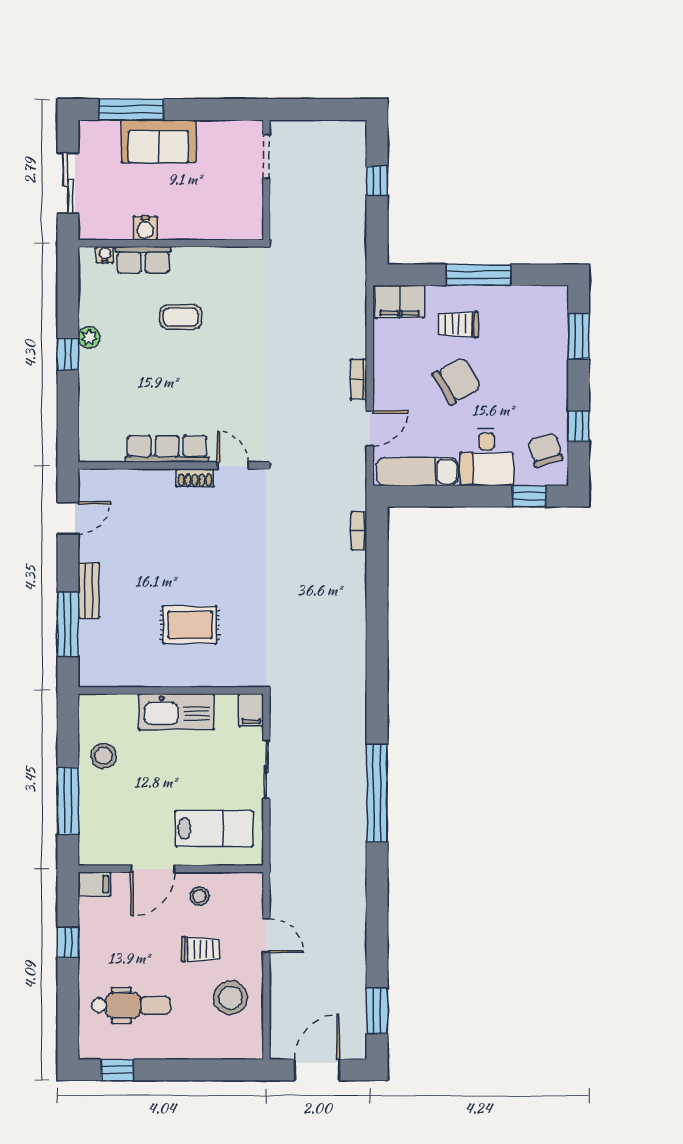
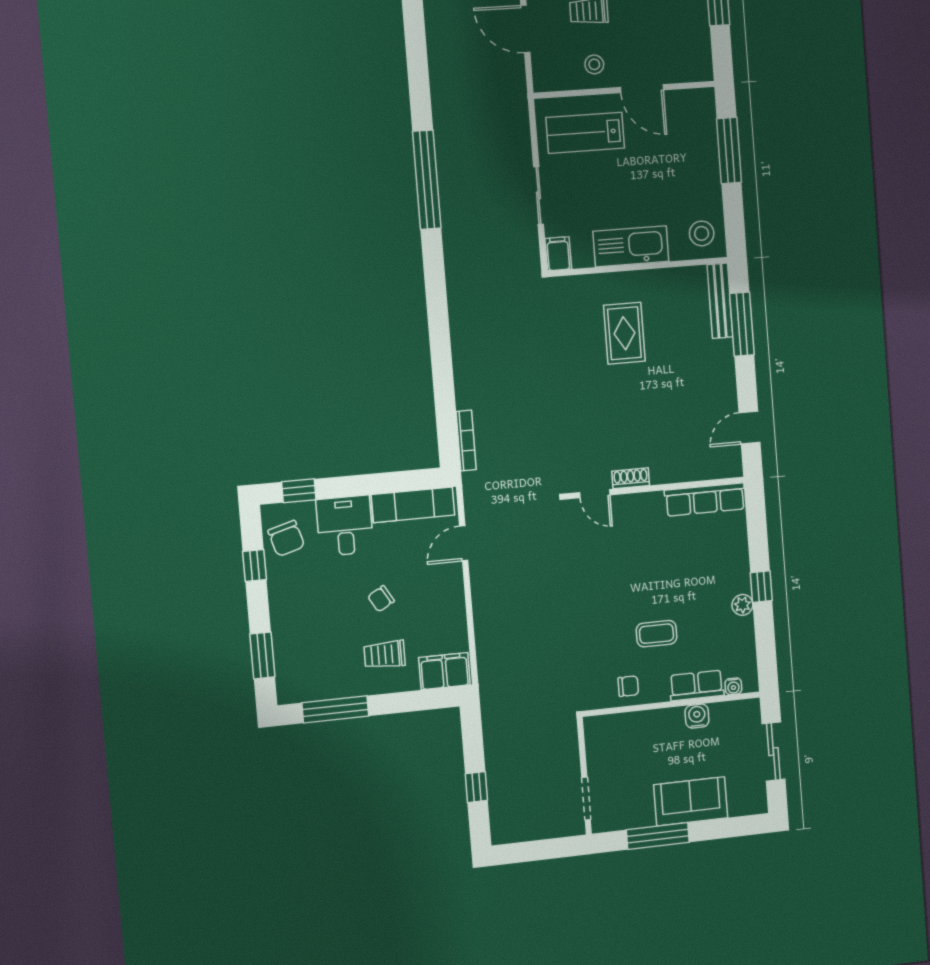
window: (131, 109) -> (658, 836), moved
chair: (214, 267) -> (628, 686), added
window: (478, 275) -> (335, 709), moved
trolley: (458, 325) -> (385, 655), turned 180
bookcase: (359, 379) -> (479, 591), removed
chair: (457, 381) -> (381, 599), width x0.54, depth x0.54
row of seats: (167, 449) -> (705, 500), moved
bookcase: (359, 531) -> (466, 441), width x1.56
bench: (89, 590) -> (720, 301), moved, width x1.36
rug: (190, 625) -> (624, 333), turned 90
stool: (104, 756) -> (702, 233), moved
door: (153, 869) -> (642, 89), swing flipped
filing cabinet: (94, 884) -> (697, 70), removed
door: (266, 935) -> (525, 29), width x1.38

